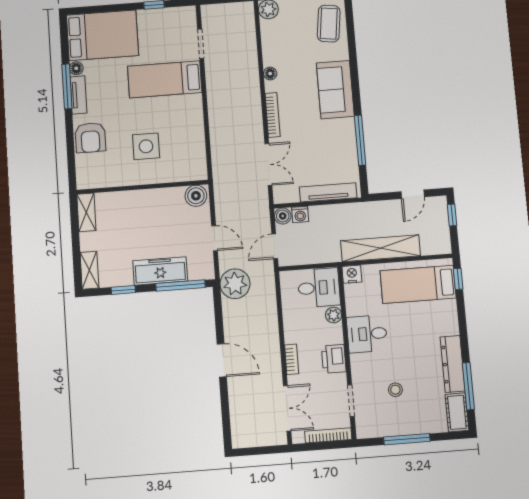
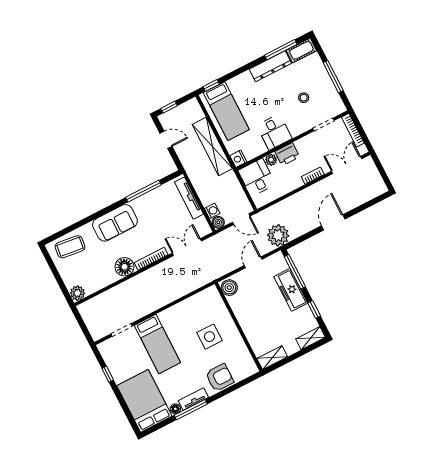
floor lamp: (270, 74) -> (124, 267), width x1.89, depth x1.89
printer: (334, 359) -> (287, 154), moved

